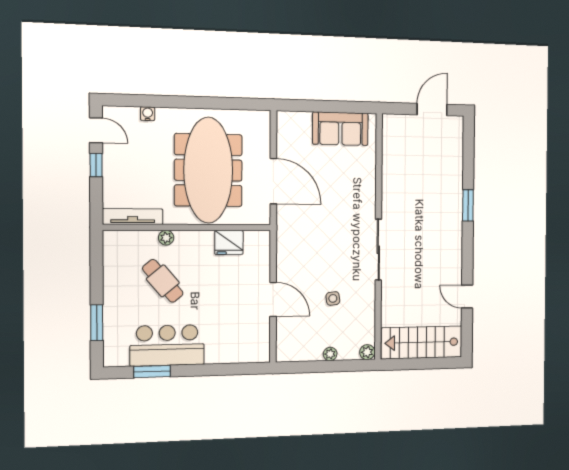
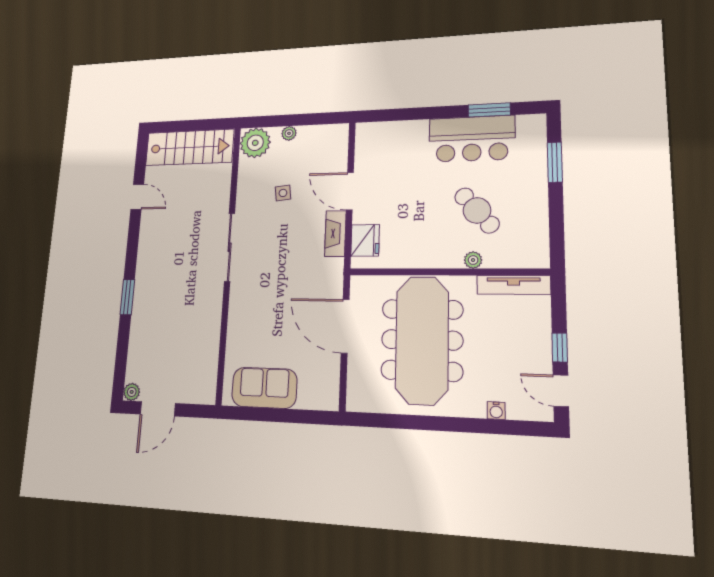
plant: (456, 123) -> (132, 392), added
fridge: (229, 242) -> (365, 240), moved, turned 90
fireplace: (285, 261) -> (335, 234), added
plant: (367, 352) -> (255, 143), width x1.87, depth x1.87

